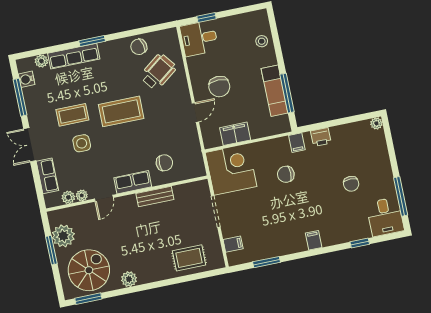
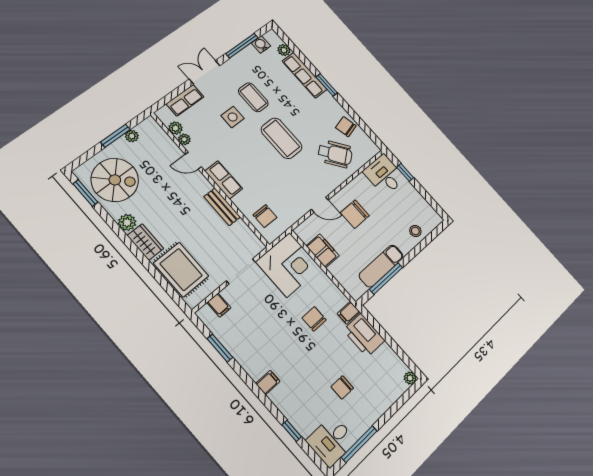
printer: (321, 137) -> (364, 335), width x1.87, depth x1.48
chair: (164, 163) -> (265, 216), moved
plant: (63, 236) -> (132, 136), width x0.53, depth x0.53
rug: (189, 258) -> (181, 270), width x1.36, depth x1.43
wardrobe: (152, 274) -> (145, 242), added

